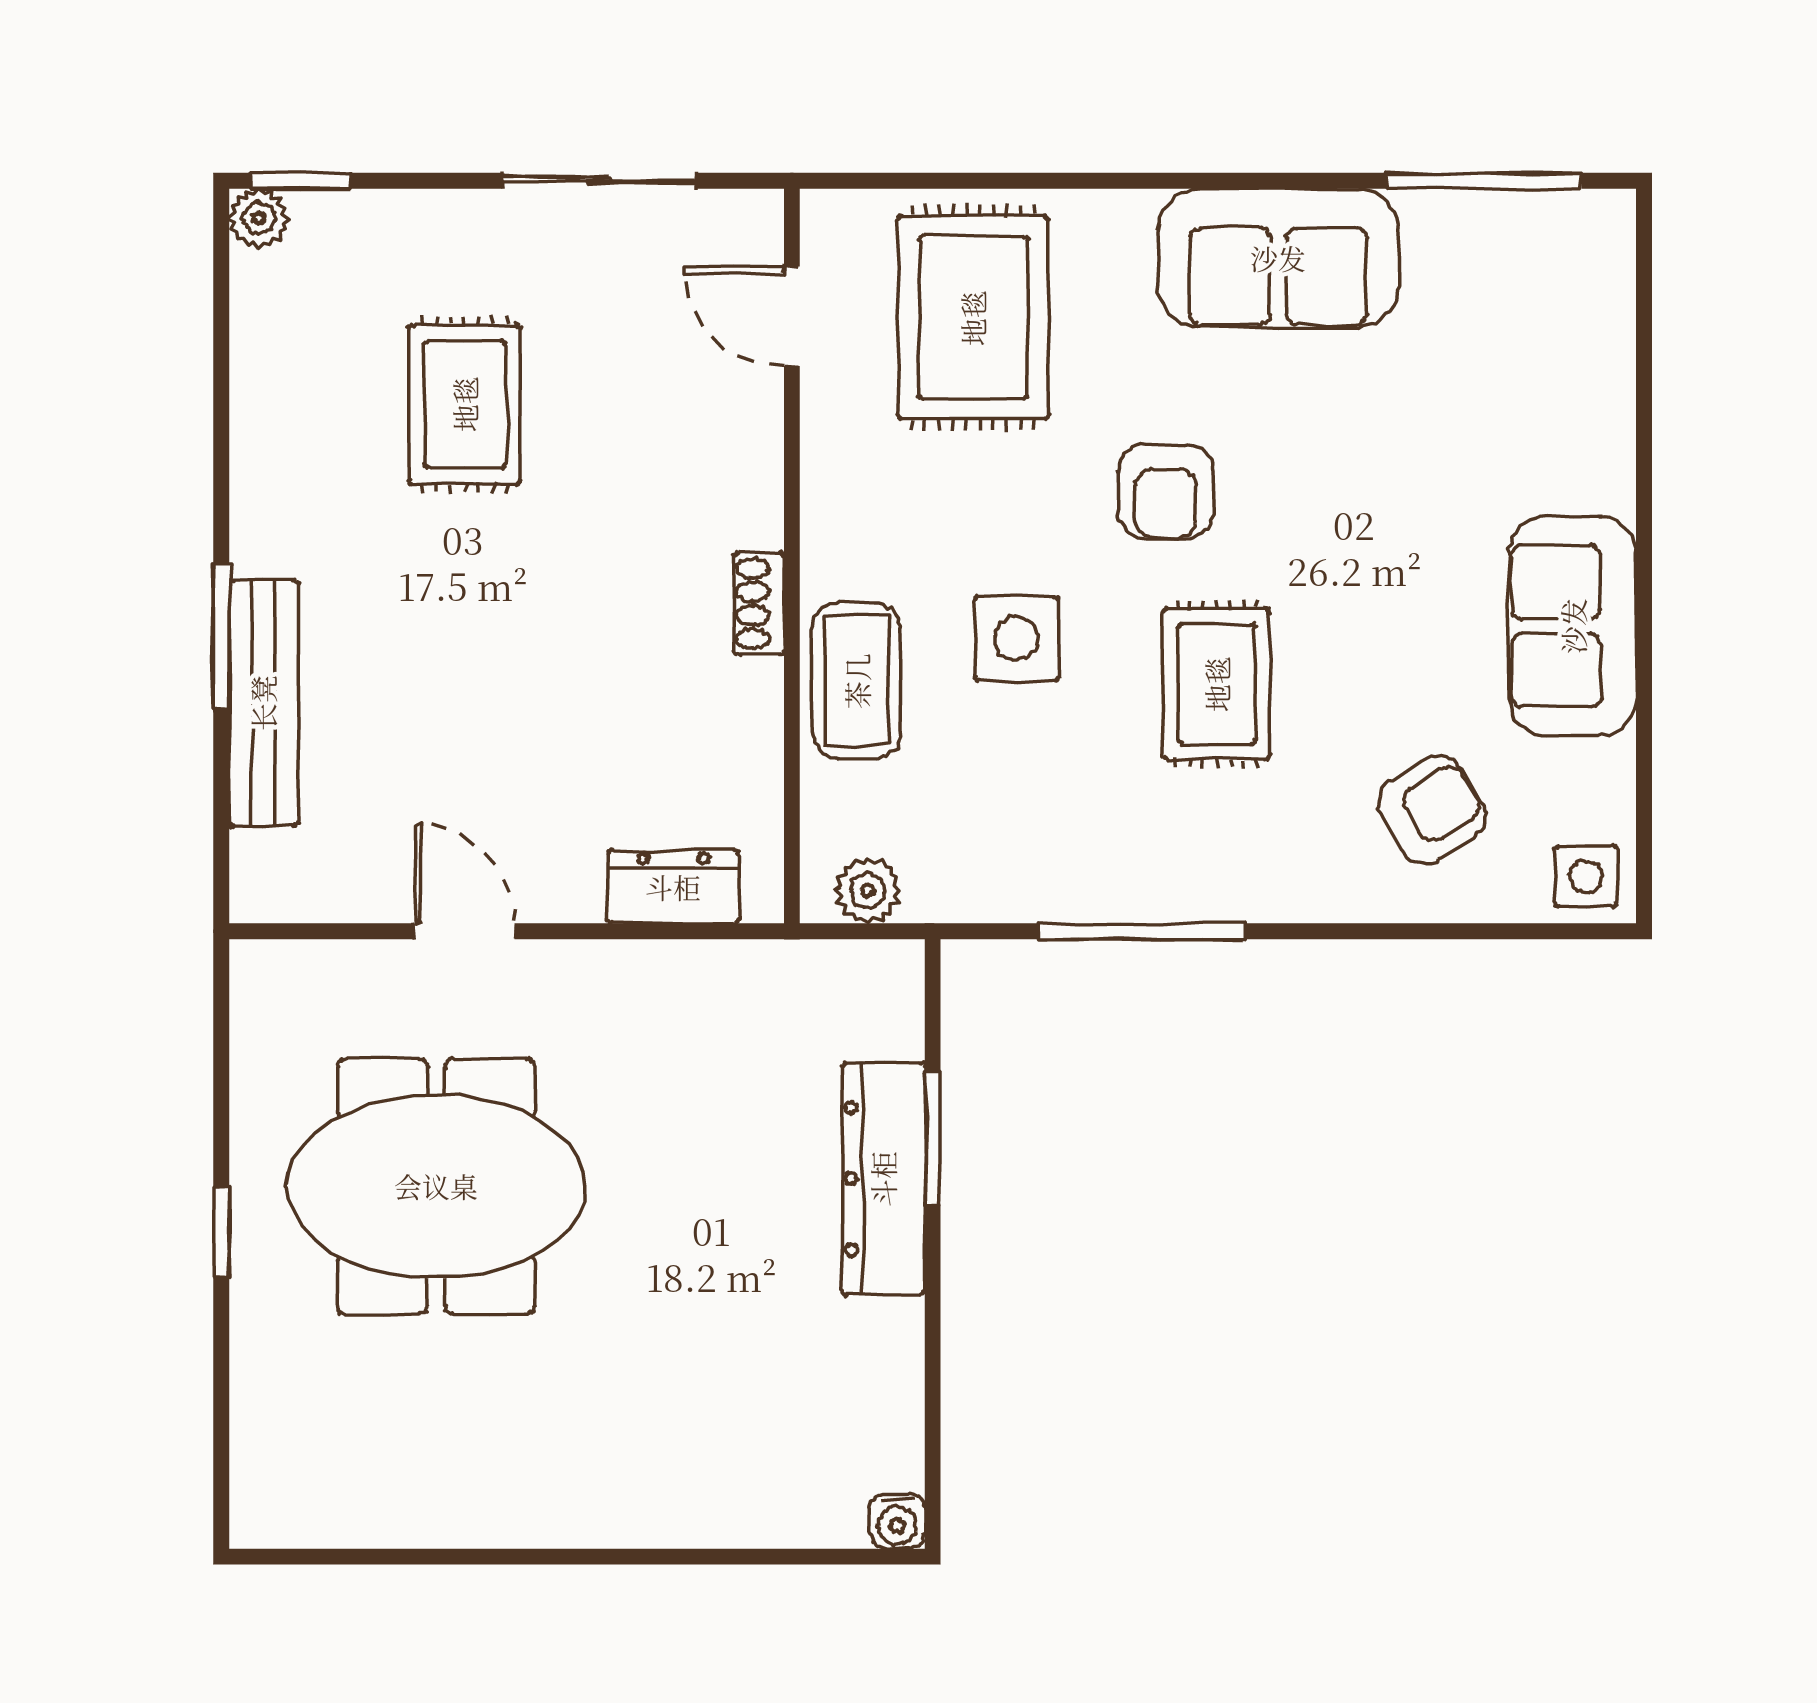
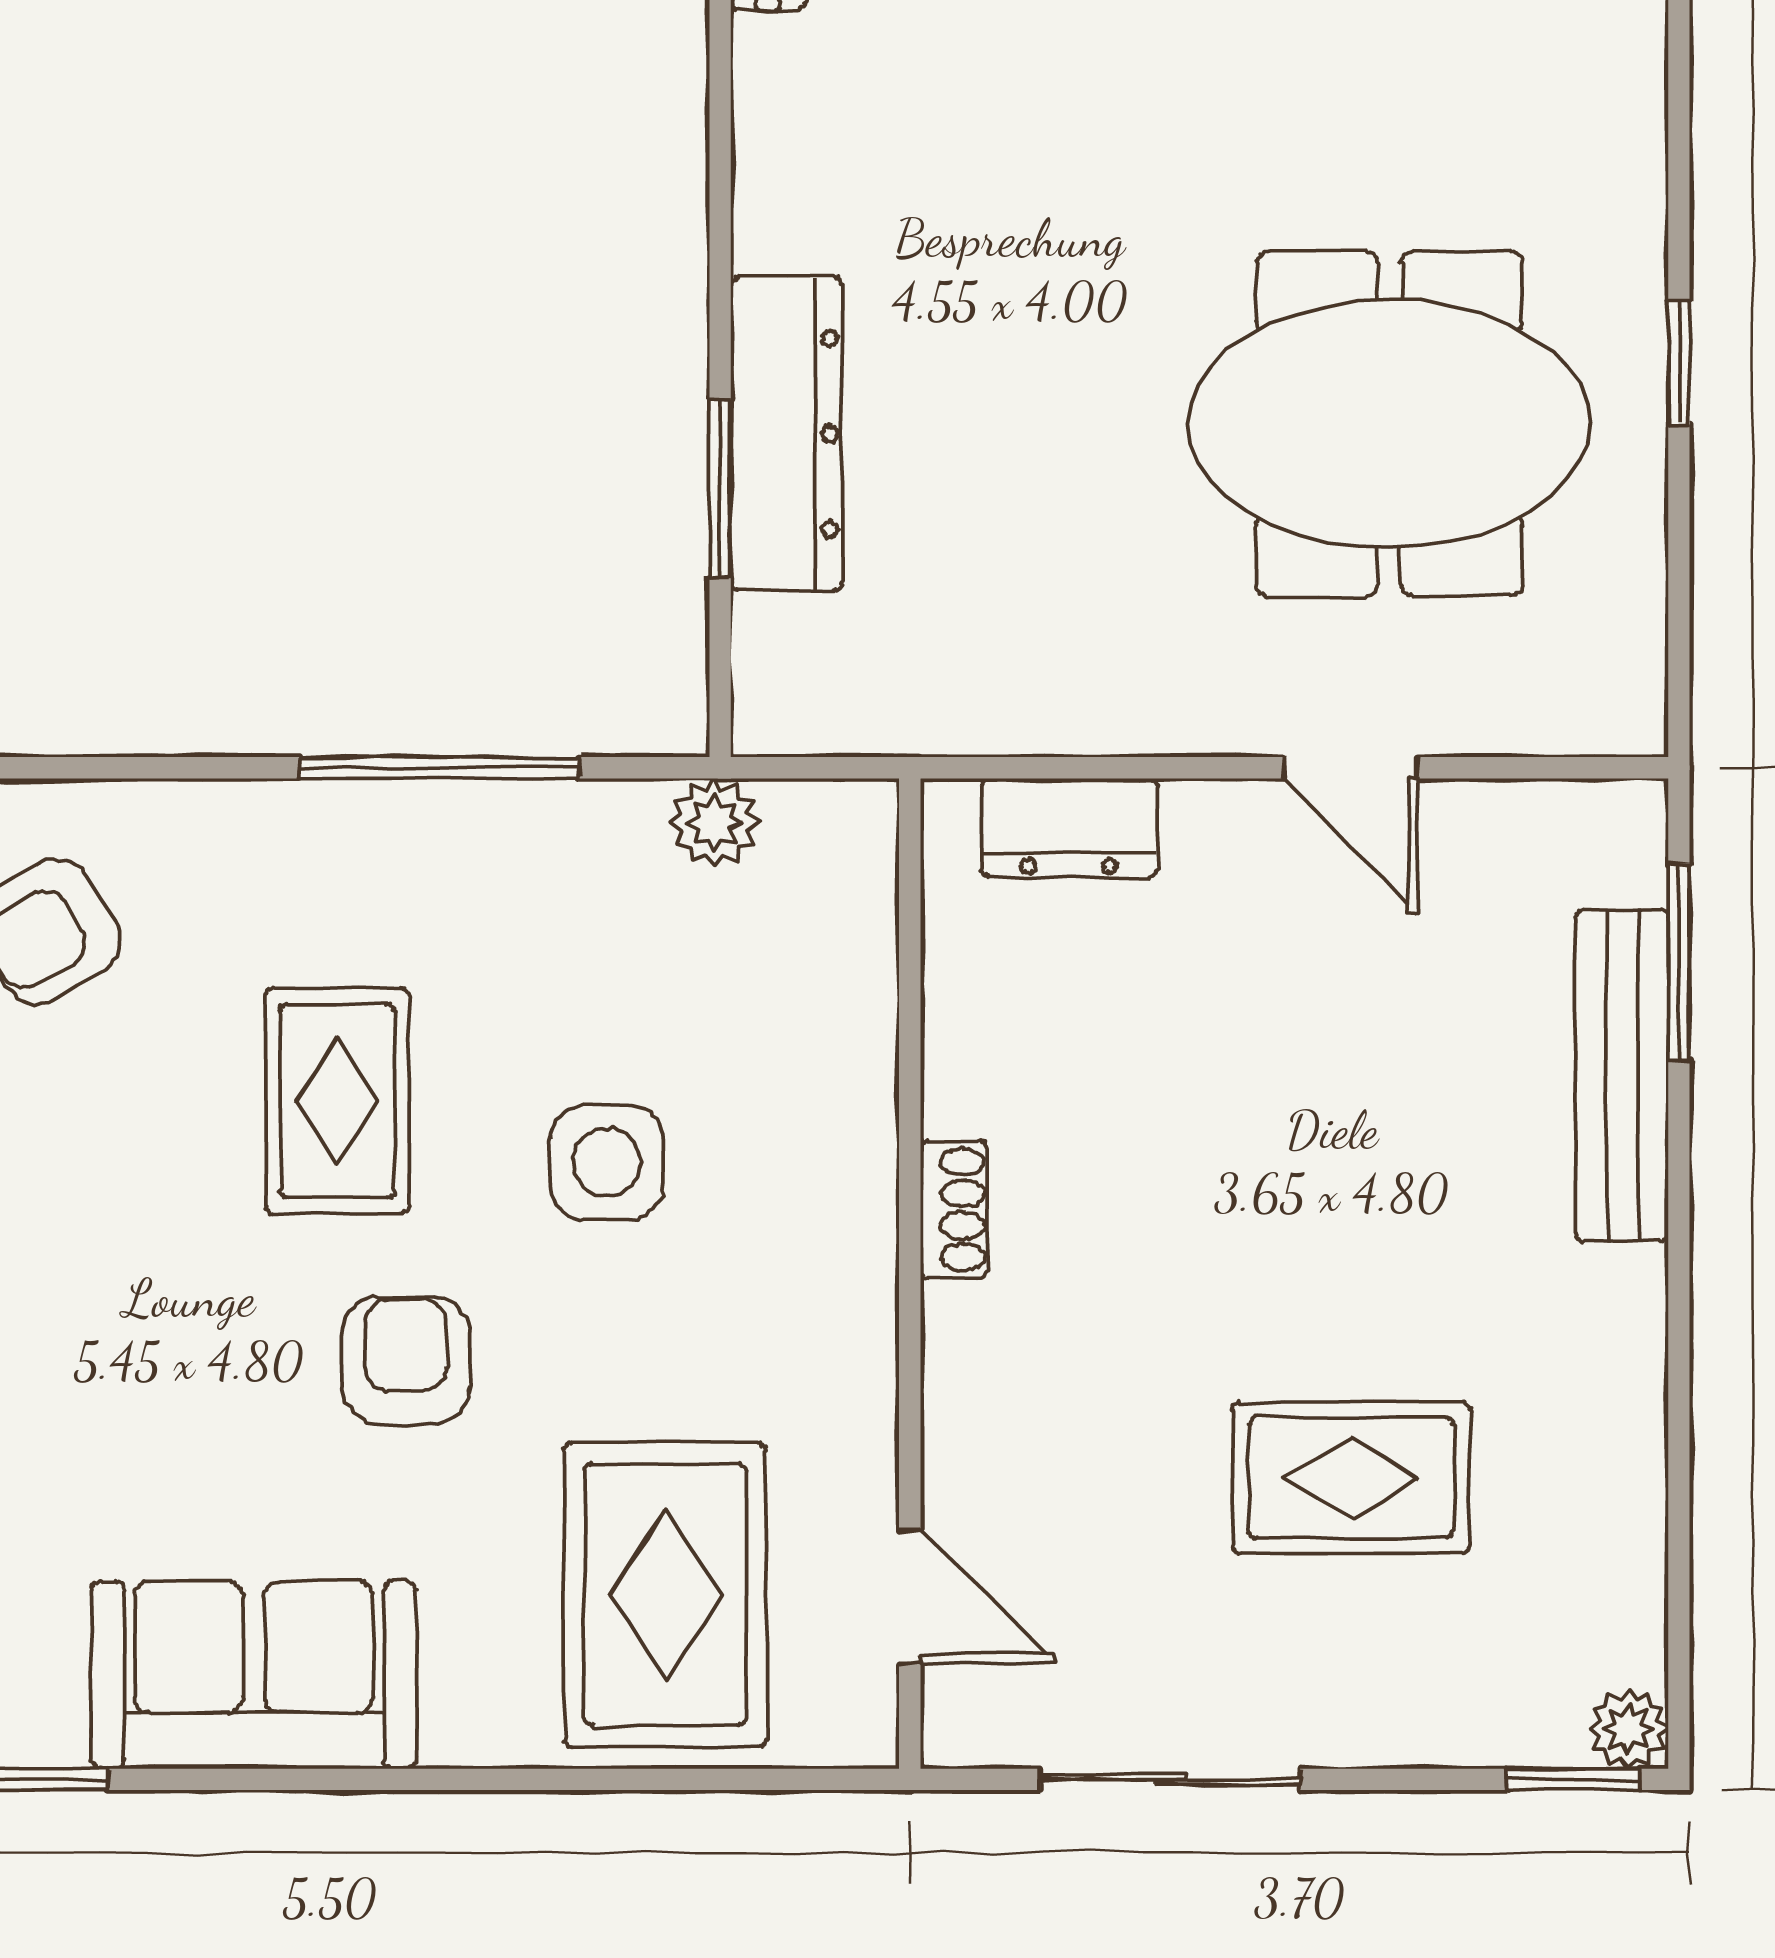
rug: (465, 404) -> (1351, 1478), turned 90
window: (221, 636) -> (1679, 962), moved
coffee table: (857, 681) -> (822, 1105), removed
plant: (868, 890) -> (715, 823), moved

